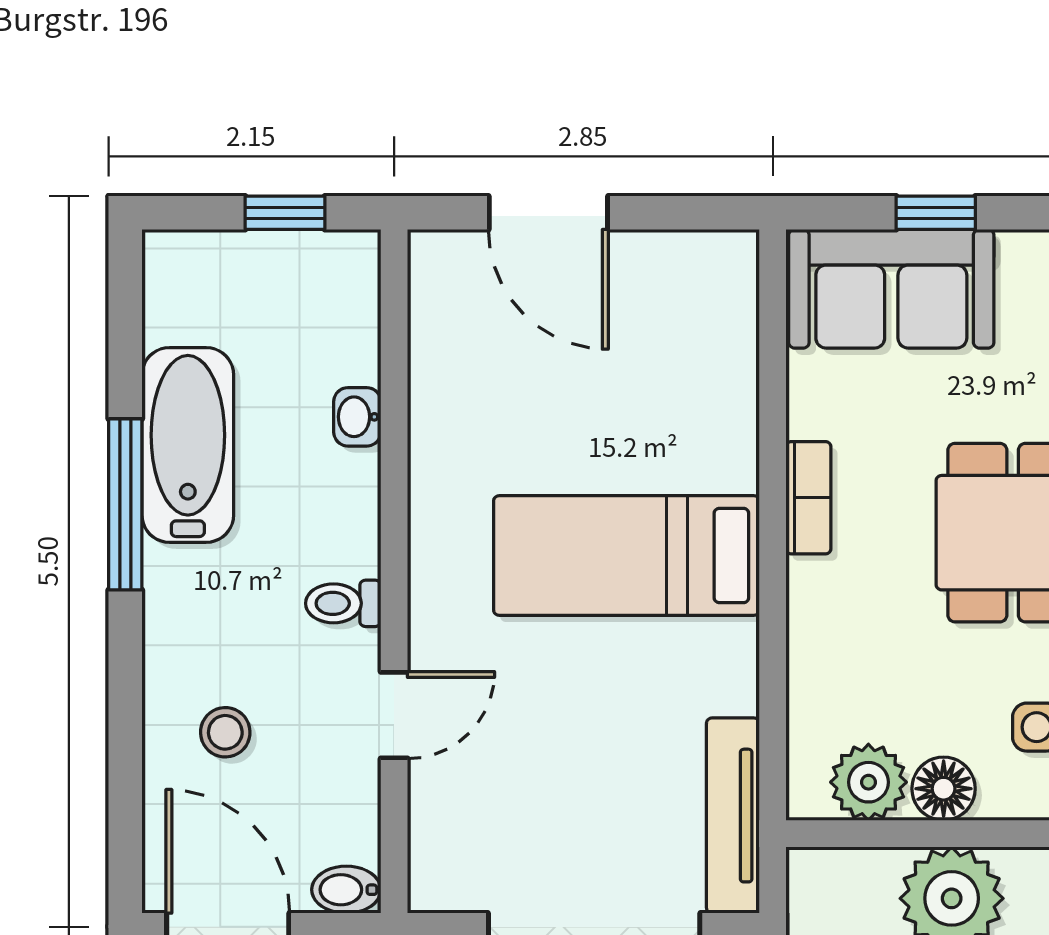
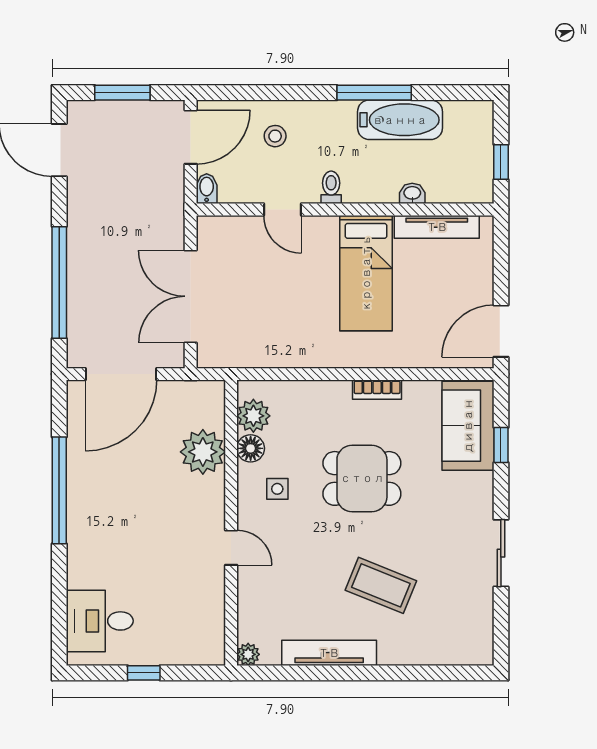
door: (548, 213) -> (501, 331), moved
bed: (626, 555) -> (366, 273), moved, turned 180
tv unit: (733, 816) -> (437, 227), moved, turned 180

